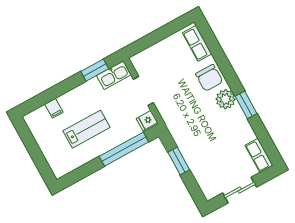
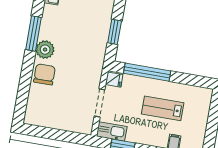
row of seats: (197, 43) -> (33, 106), removed
window: (246, 105) -> (33, 34), width x1.44

